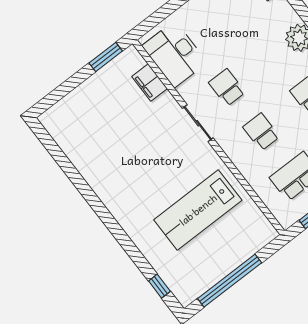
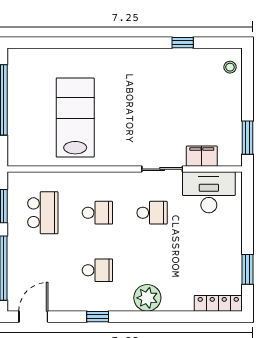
stool: (59, 116) -> (230, 67), added
sliding door: (198, 123) -> (162, 169), moved
window: (159, 286) -> (183, 43), moved

